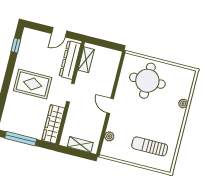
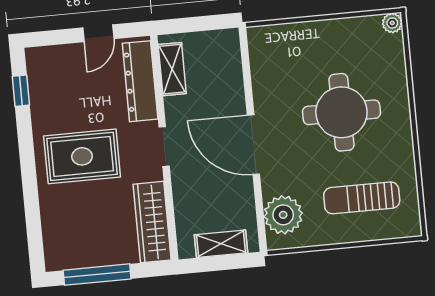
round table: (147, 81) -> (341, 112), moved
plant: (183, 103) -> (392, 23), moved
door: (110, 106) -> (253, 145), width x1.87
plant: (109, 136) -> (283, 215), width x1.87, depth x1.87

